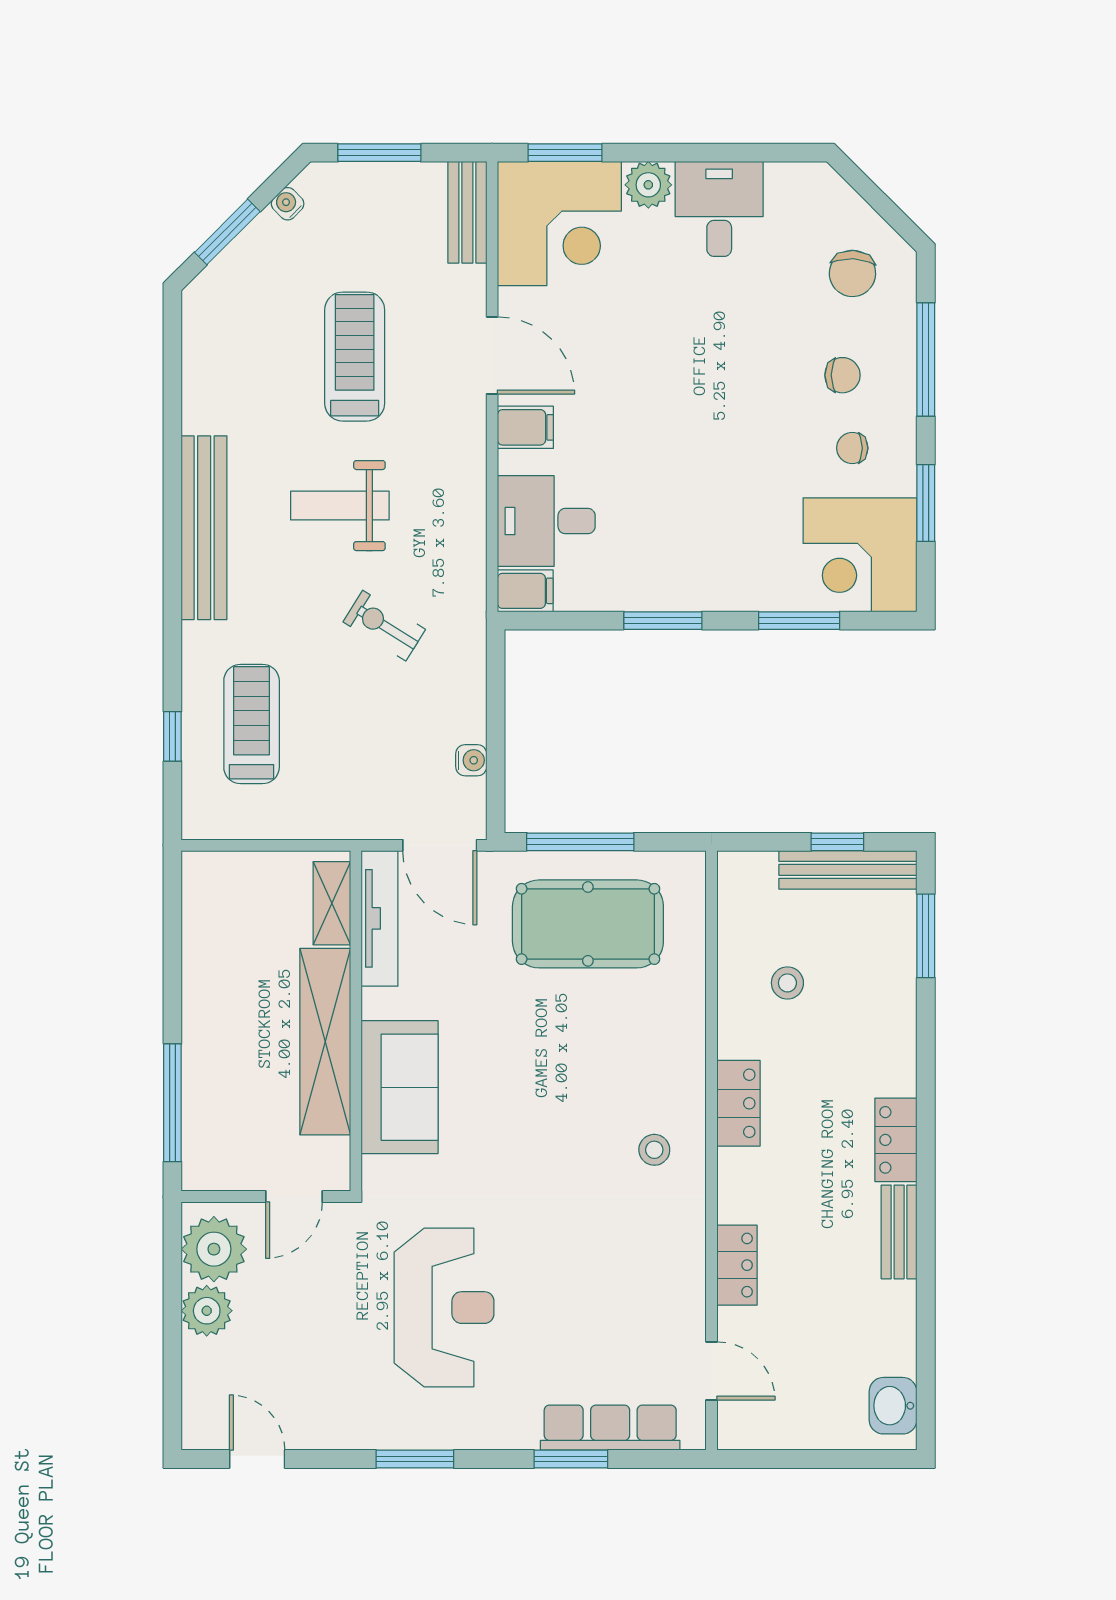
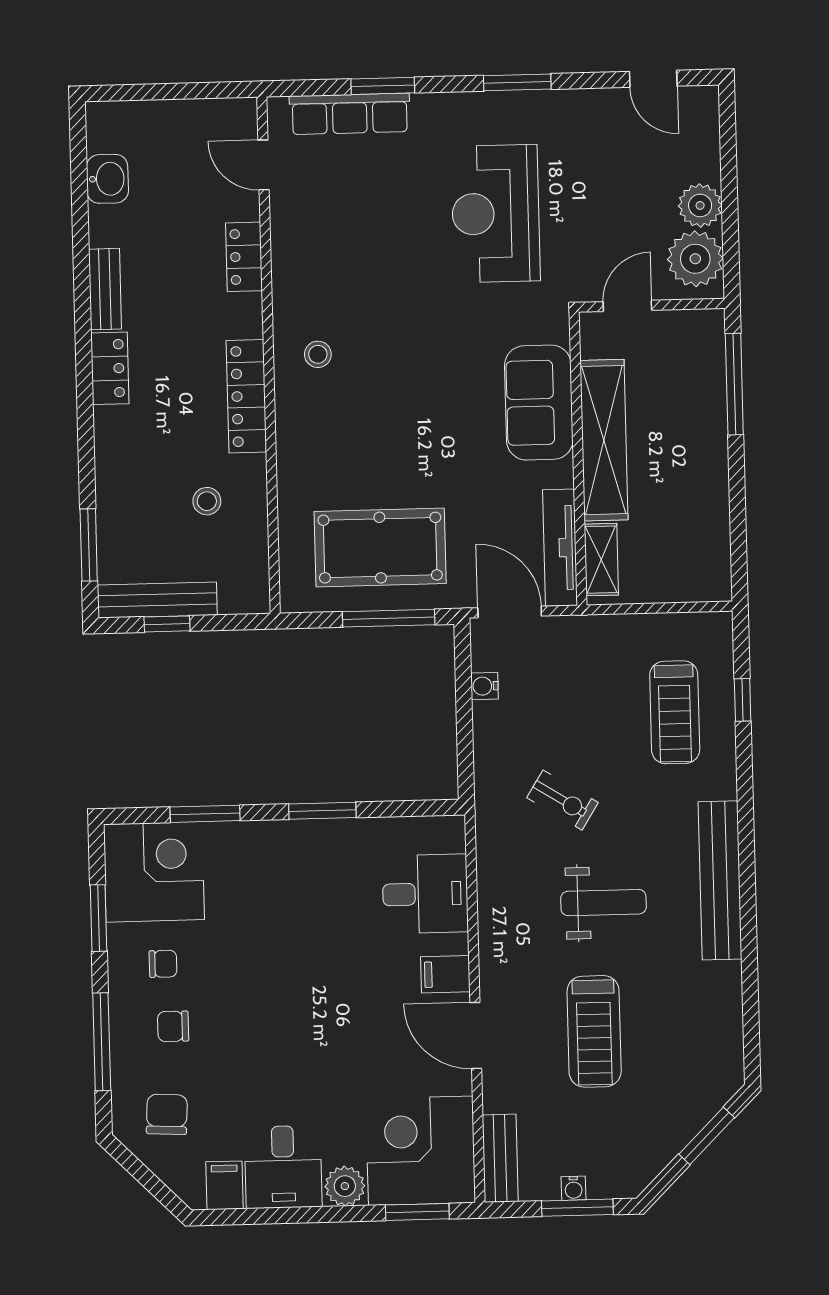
water cooler: (288, 204) -> (574, 1188), moved, turned 45
filing cabinet: (525, 591) -> (225, 1185), moved, turned 90
locker: (738, 1103) -> (246, 396), width x1.53
washbasin: (893, 1406) -> (107, 179), moved

